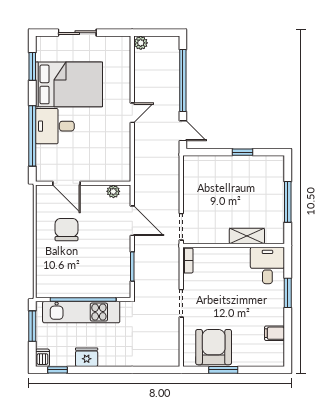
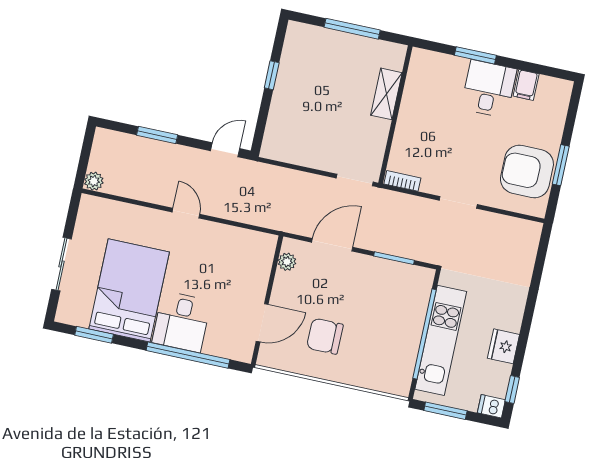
window: (183, 80) -> (157, 135), width x0.47
desk: (267, 265) -> (489, 89), moved, turned 90

